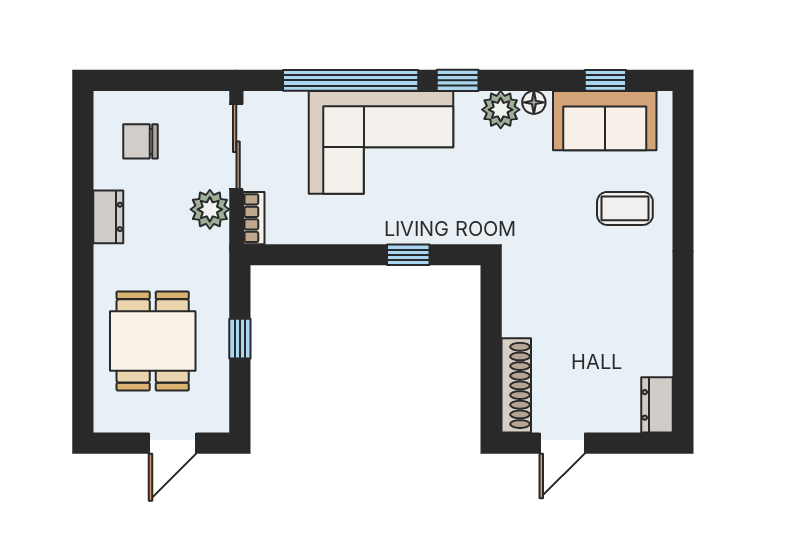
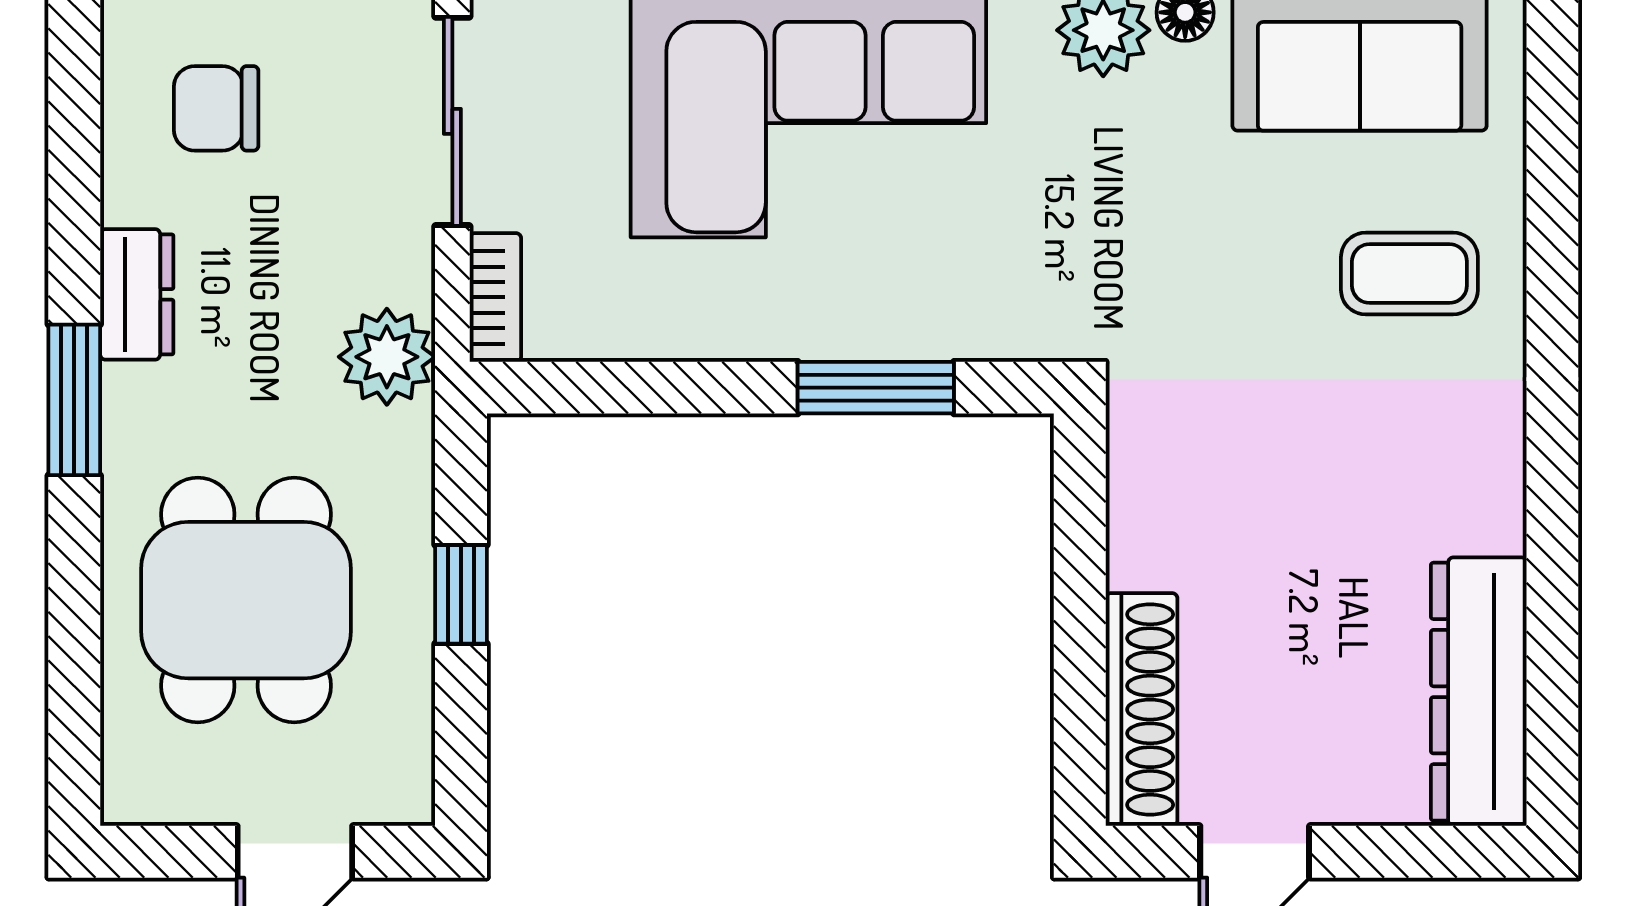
plant: (210, 209) -> (387, 357), moved
window: (408, 255) -> (876, 388), width x1.50
window: (83, 260) -> (74, 400), added
dresser: (657, 405) -> (1479, 692), width x1.96, depth x1.24

